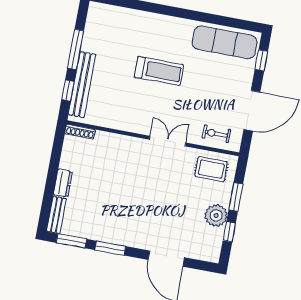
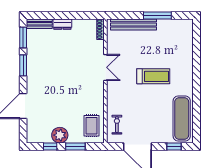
treadmill: (159, 71) -> (153, 76), turned -90
window: (68, 90) -> (128, 15), removed
double door: (168, 141) -> (105, 67), moved

